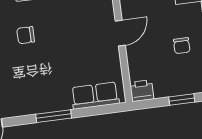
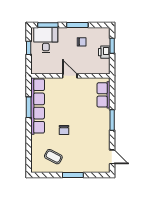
printer: (142, 91) -> (104, 52), moved

